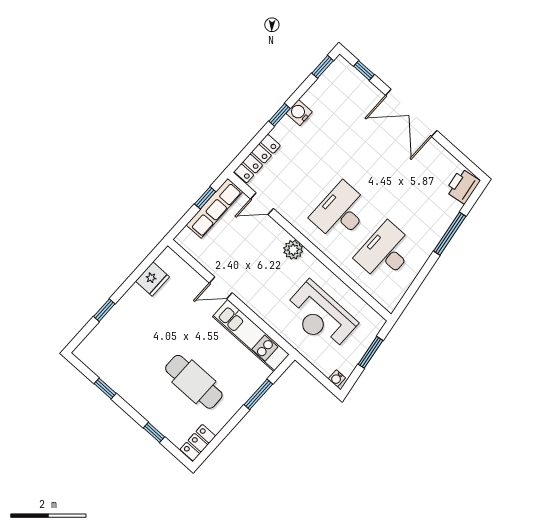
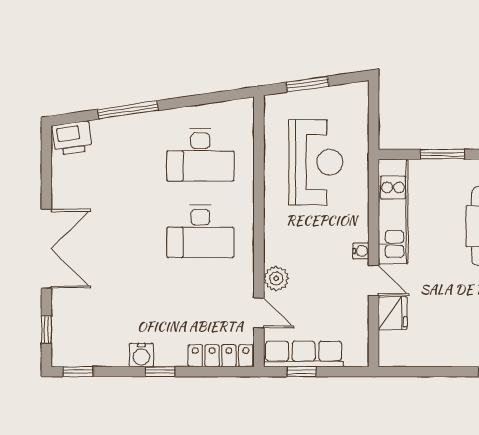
plant: (293, 250) -> (276, 278), moved
fridge: (152, 279) -> (393, 313), moved, turned 90
water cooler: (337, 378) -> (361, 251), moved

